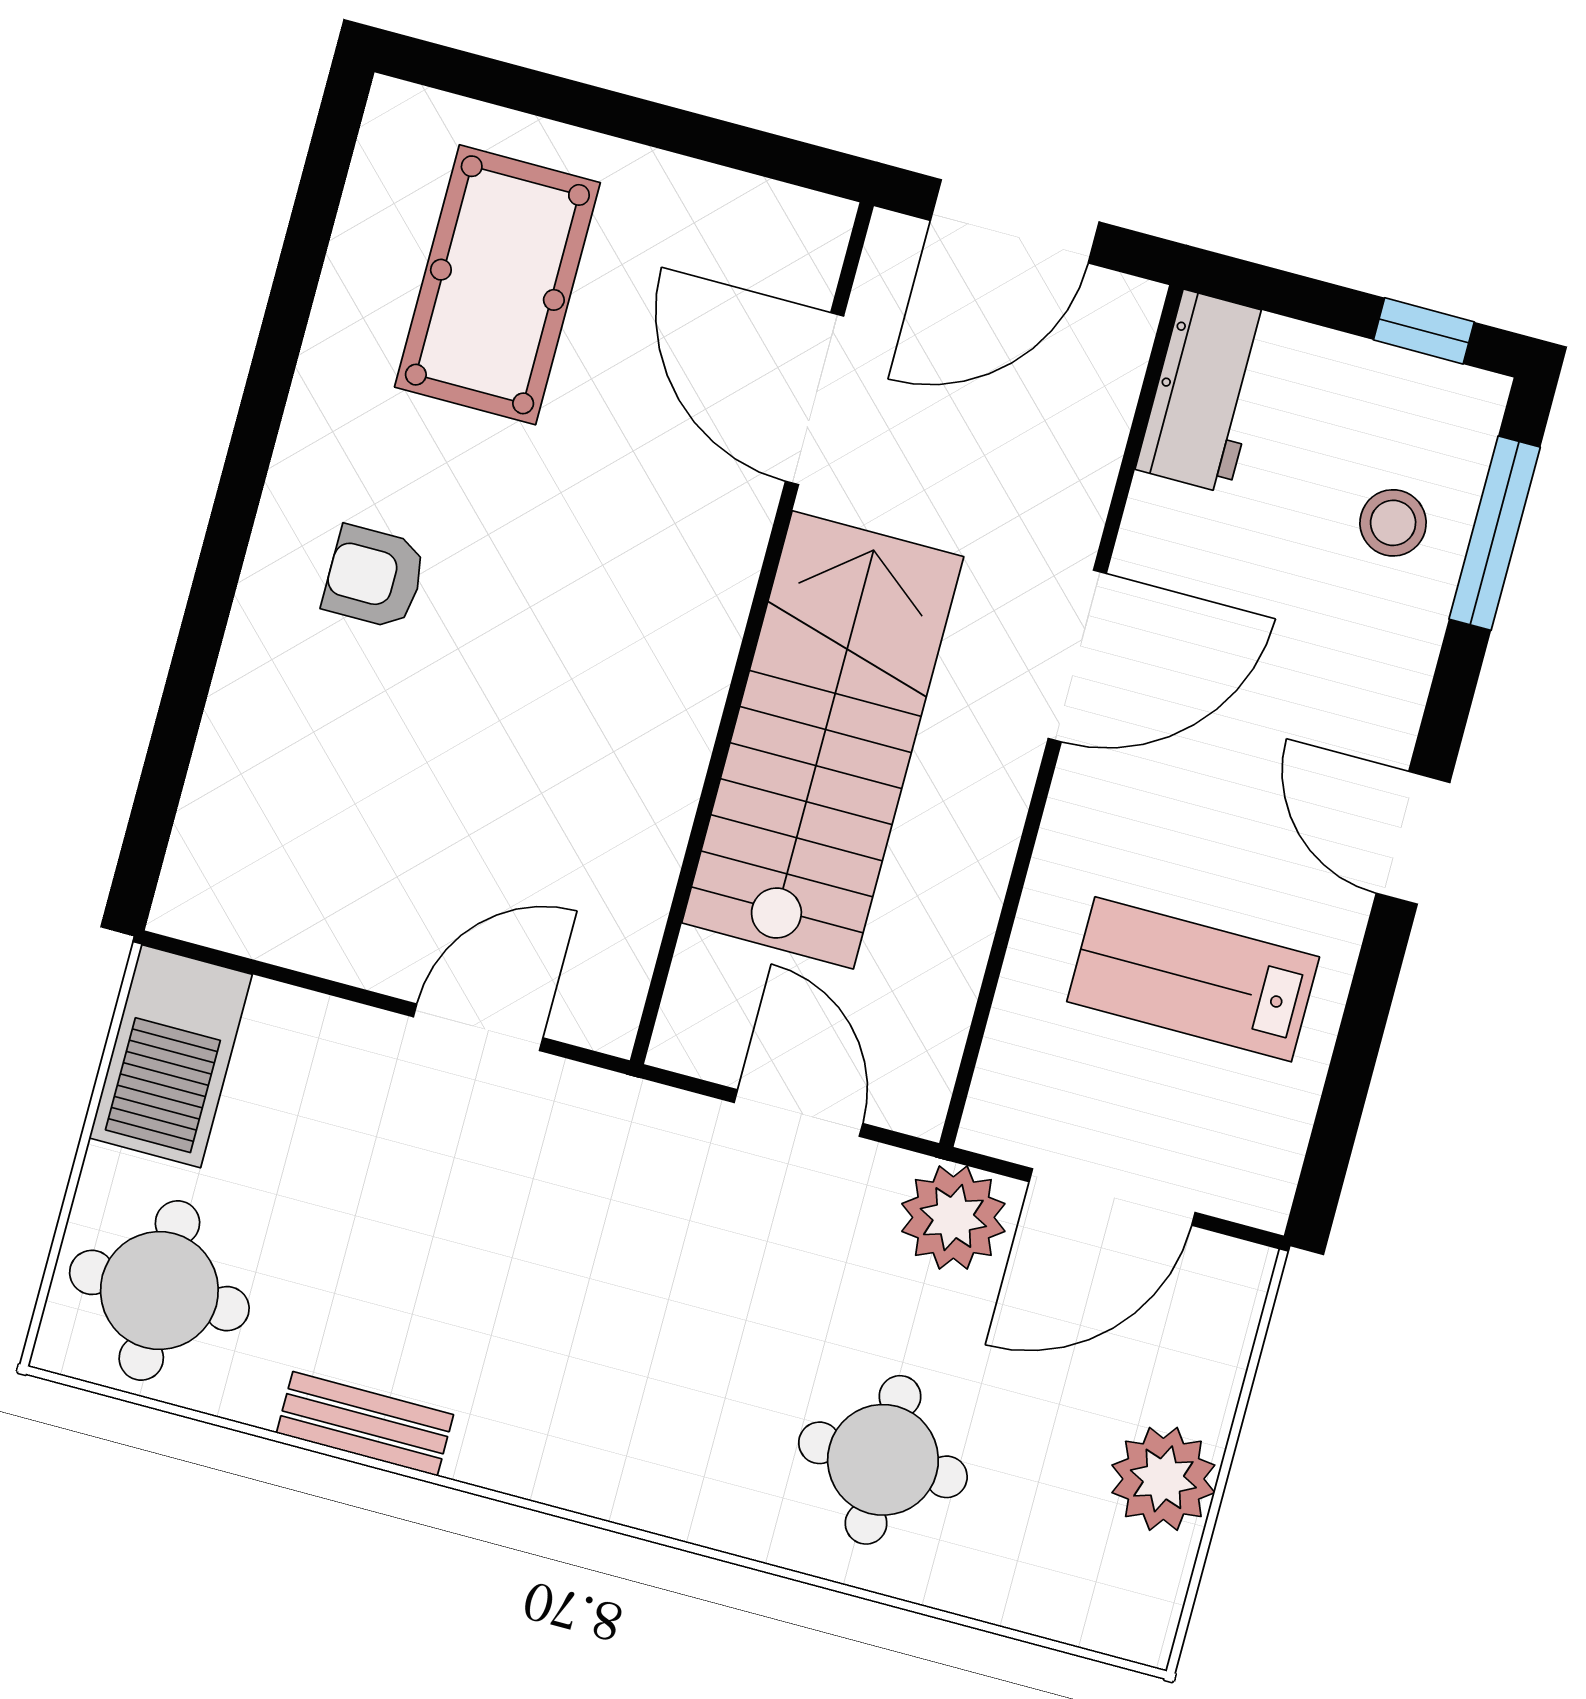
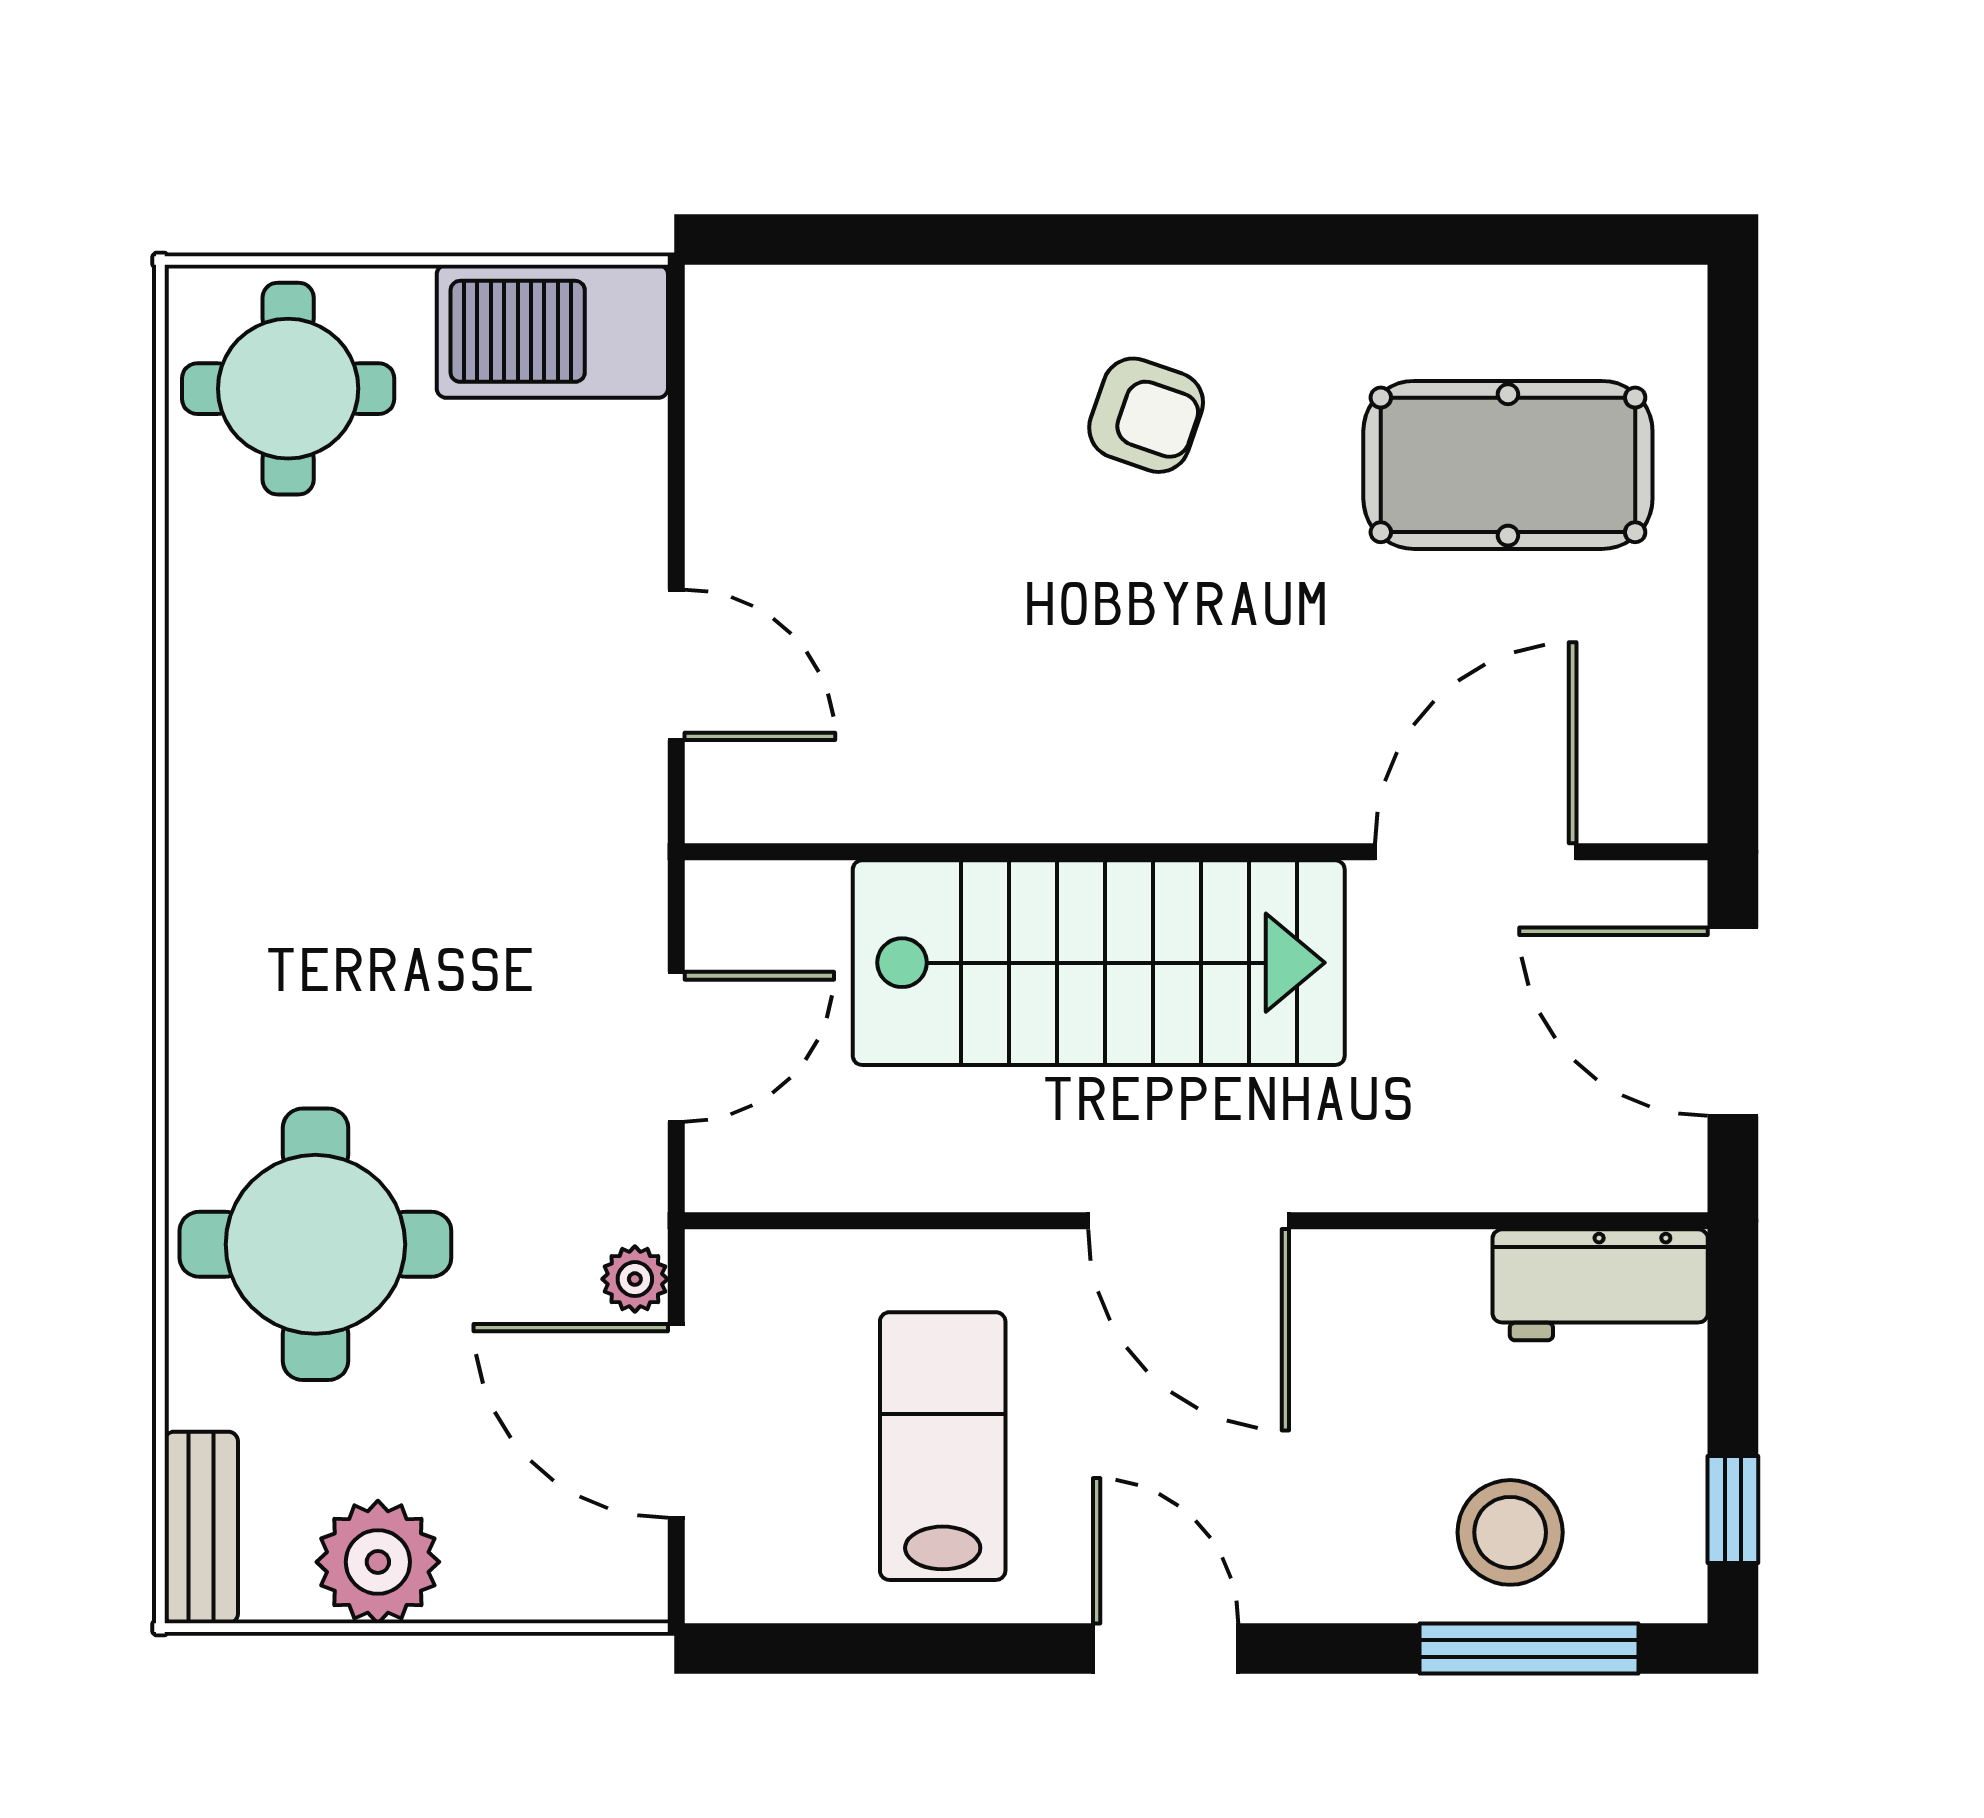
stool: (1393, 523) -> (1510, 1532), width x1.38, depth x1.38
armchair: (374, 577) -> (1146, 415), turned 109
door: (1077, 656) -> (1189, 1221), moved
door: (1413, 838) -> (1166, 1649), hinge flipped
plant: (953, 1217) -> (635, 1279), width x0.53, depth x0.53
bench: (365, 1424) -> (201, 1527), moved
round table: (883, 1460) -> (315, 1244), width x1.36, depth x1.36

